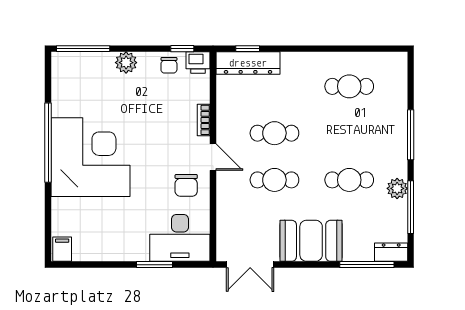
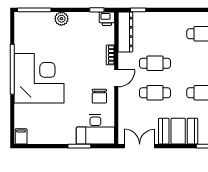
dresser: (248, 63) -> (125, 32), moved, turned -90
chair: (169, 65) -> (88, 20), removed
door: (213, 157) -> (116, 78), hinge flipped
double door: (250, 265) -> (140, 146), swing flipped

